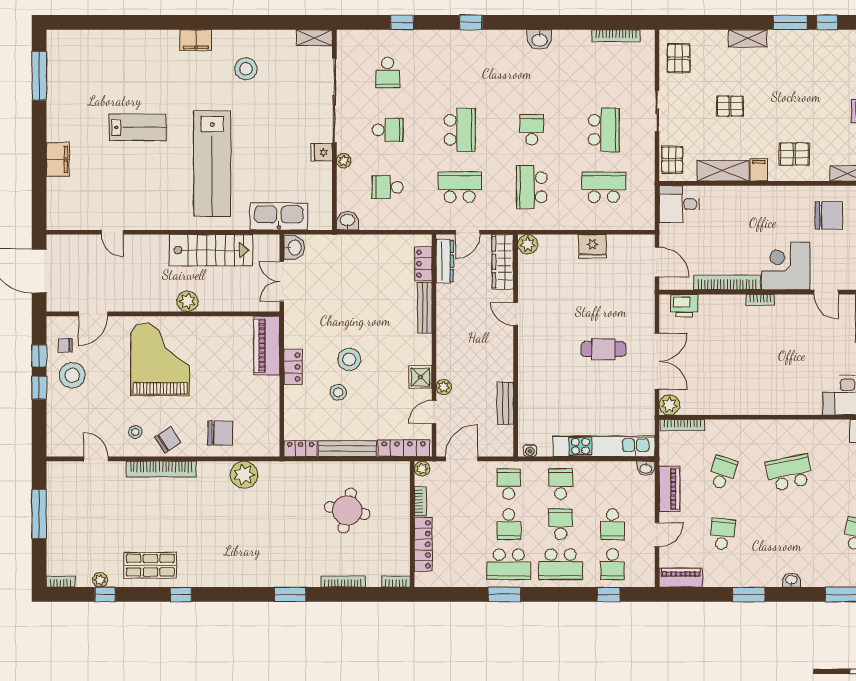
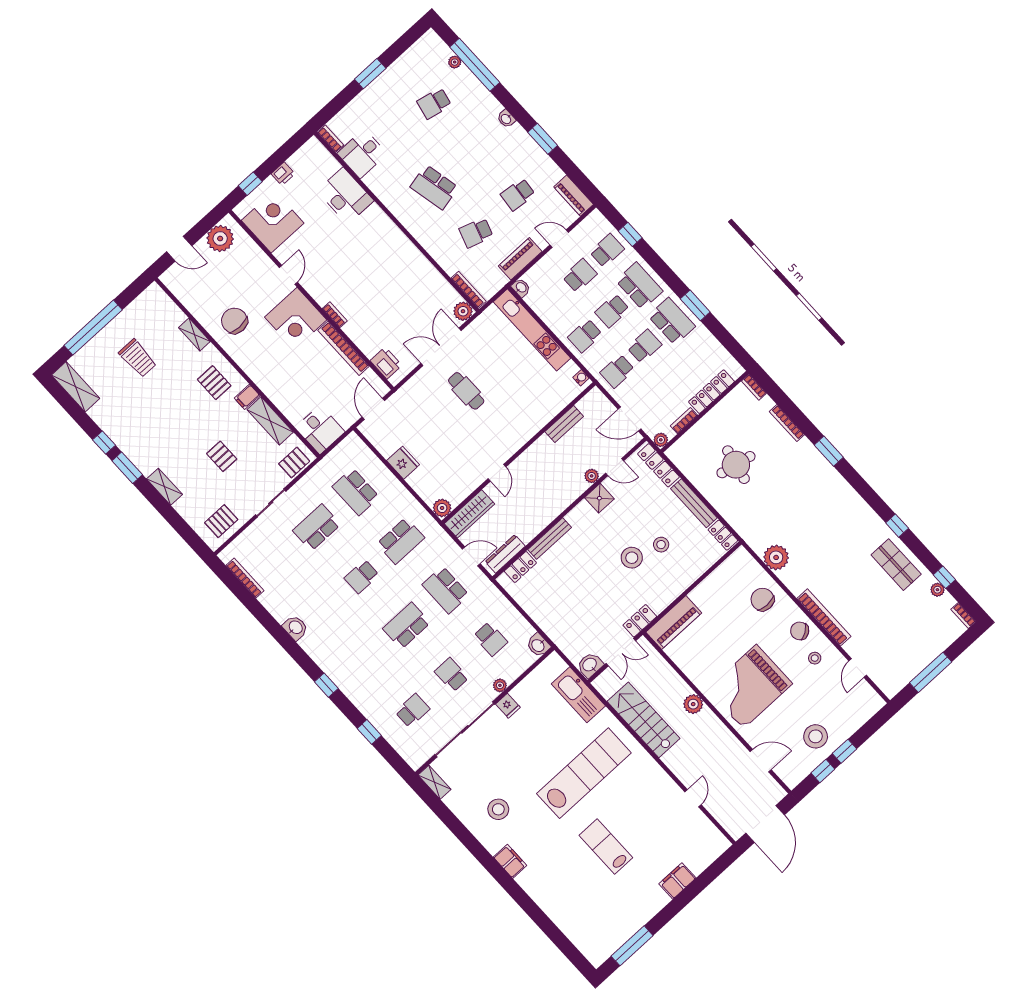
chair: (65, 345) -> (799, 760), removed
locker: (293, 367) -> (640, 621), moved

